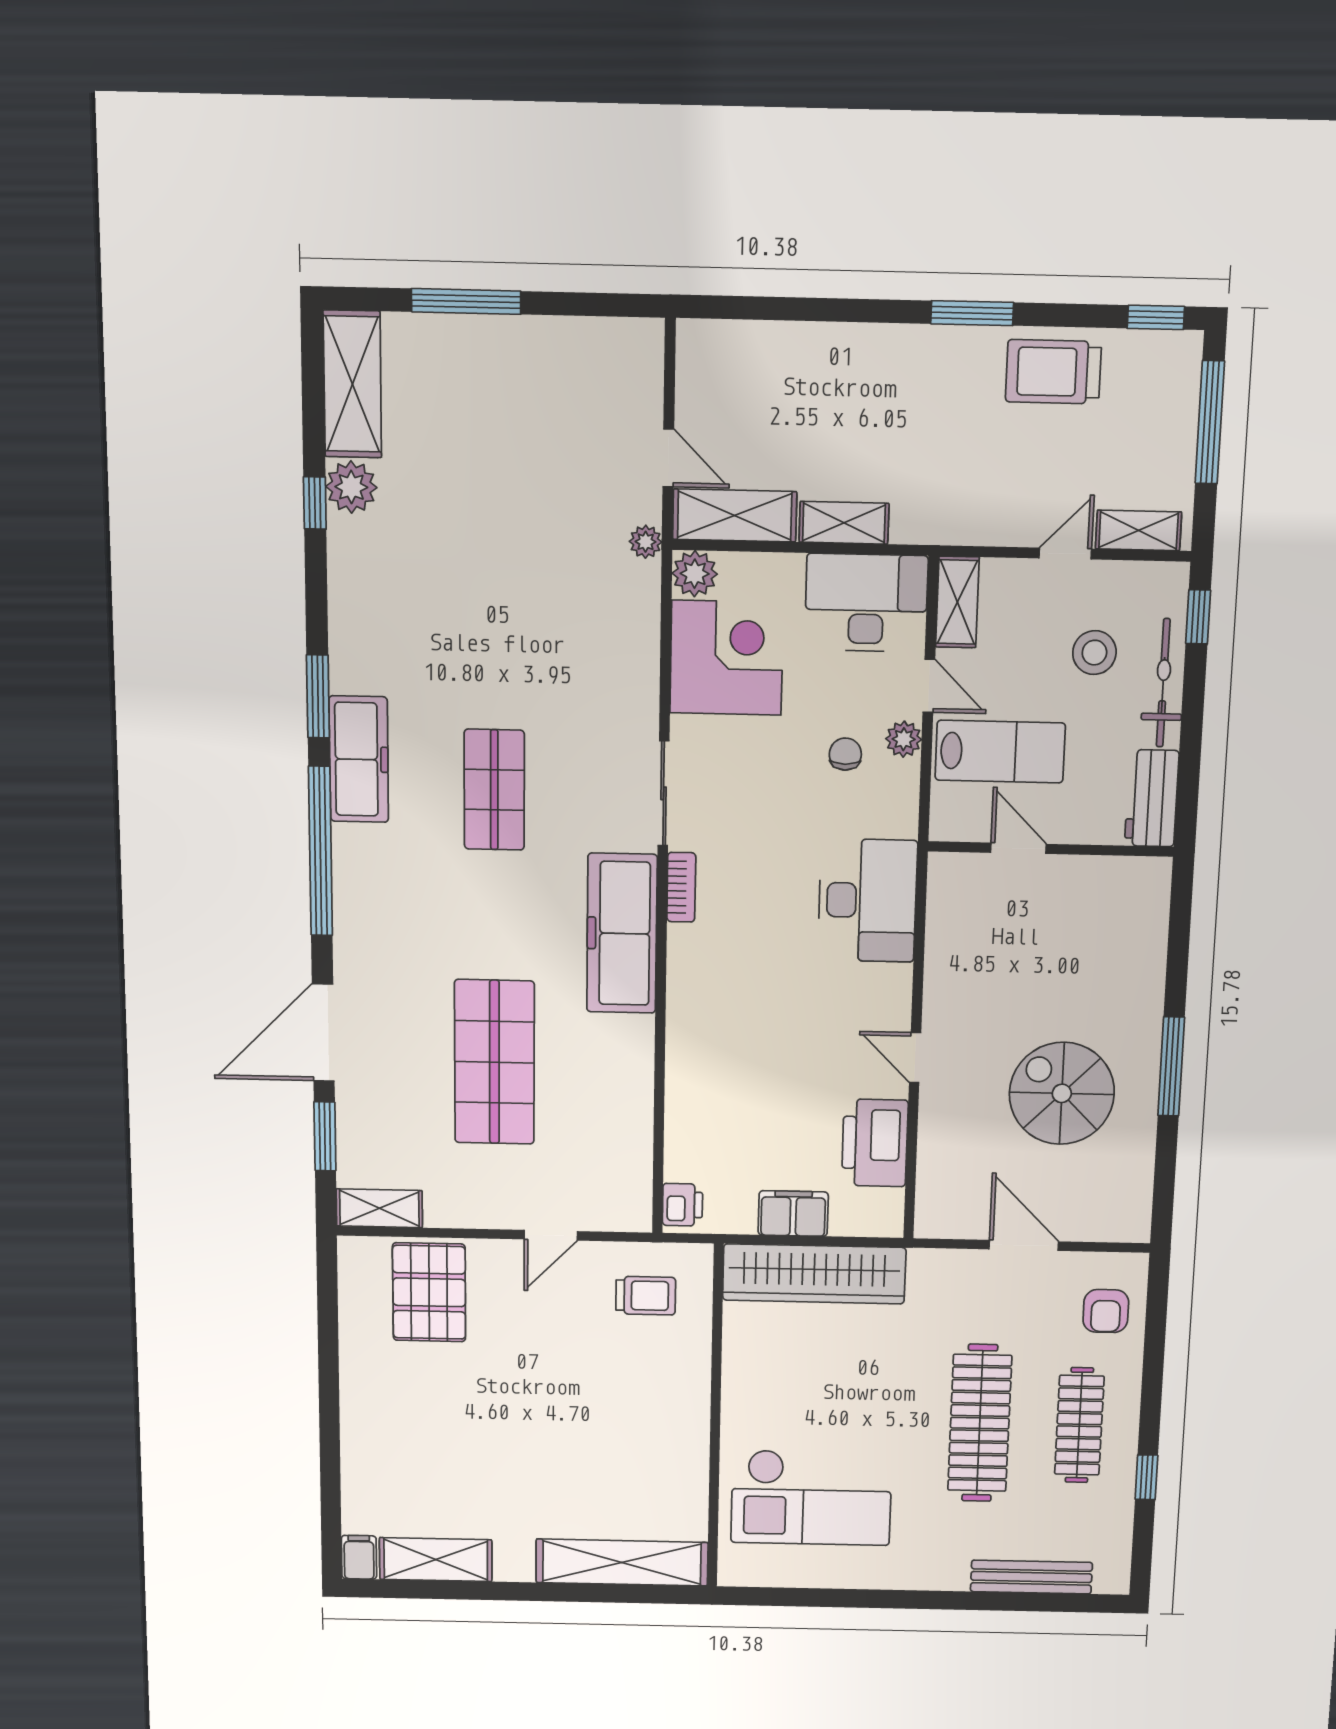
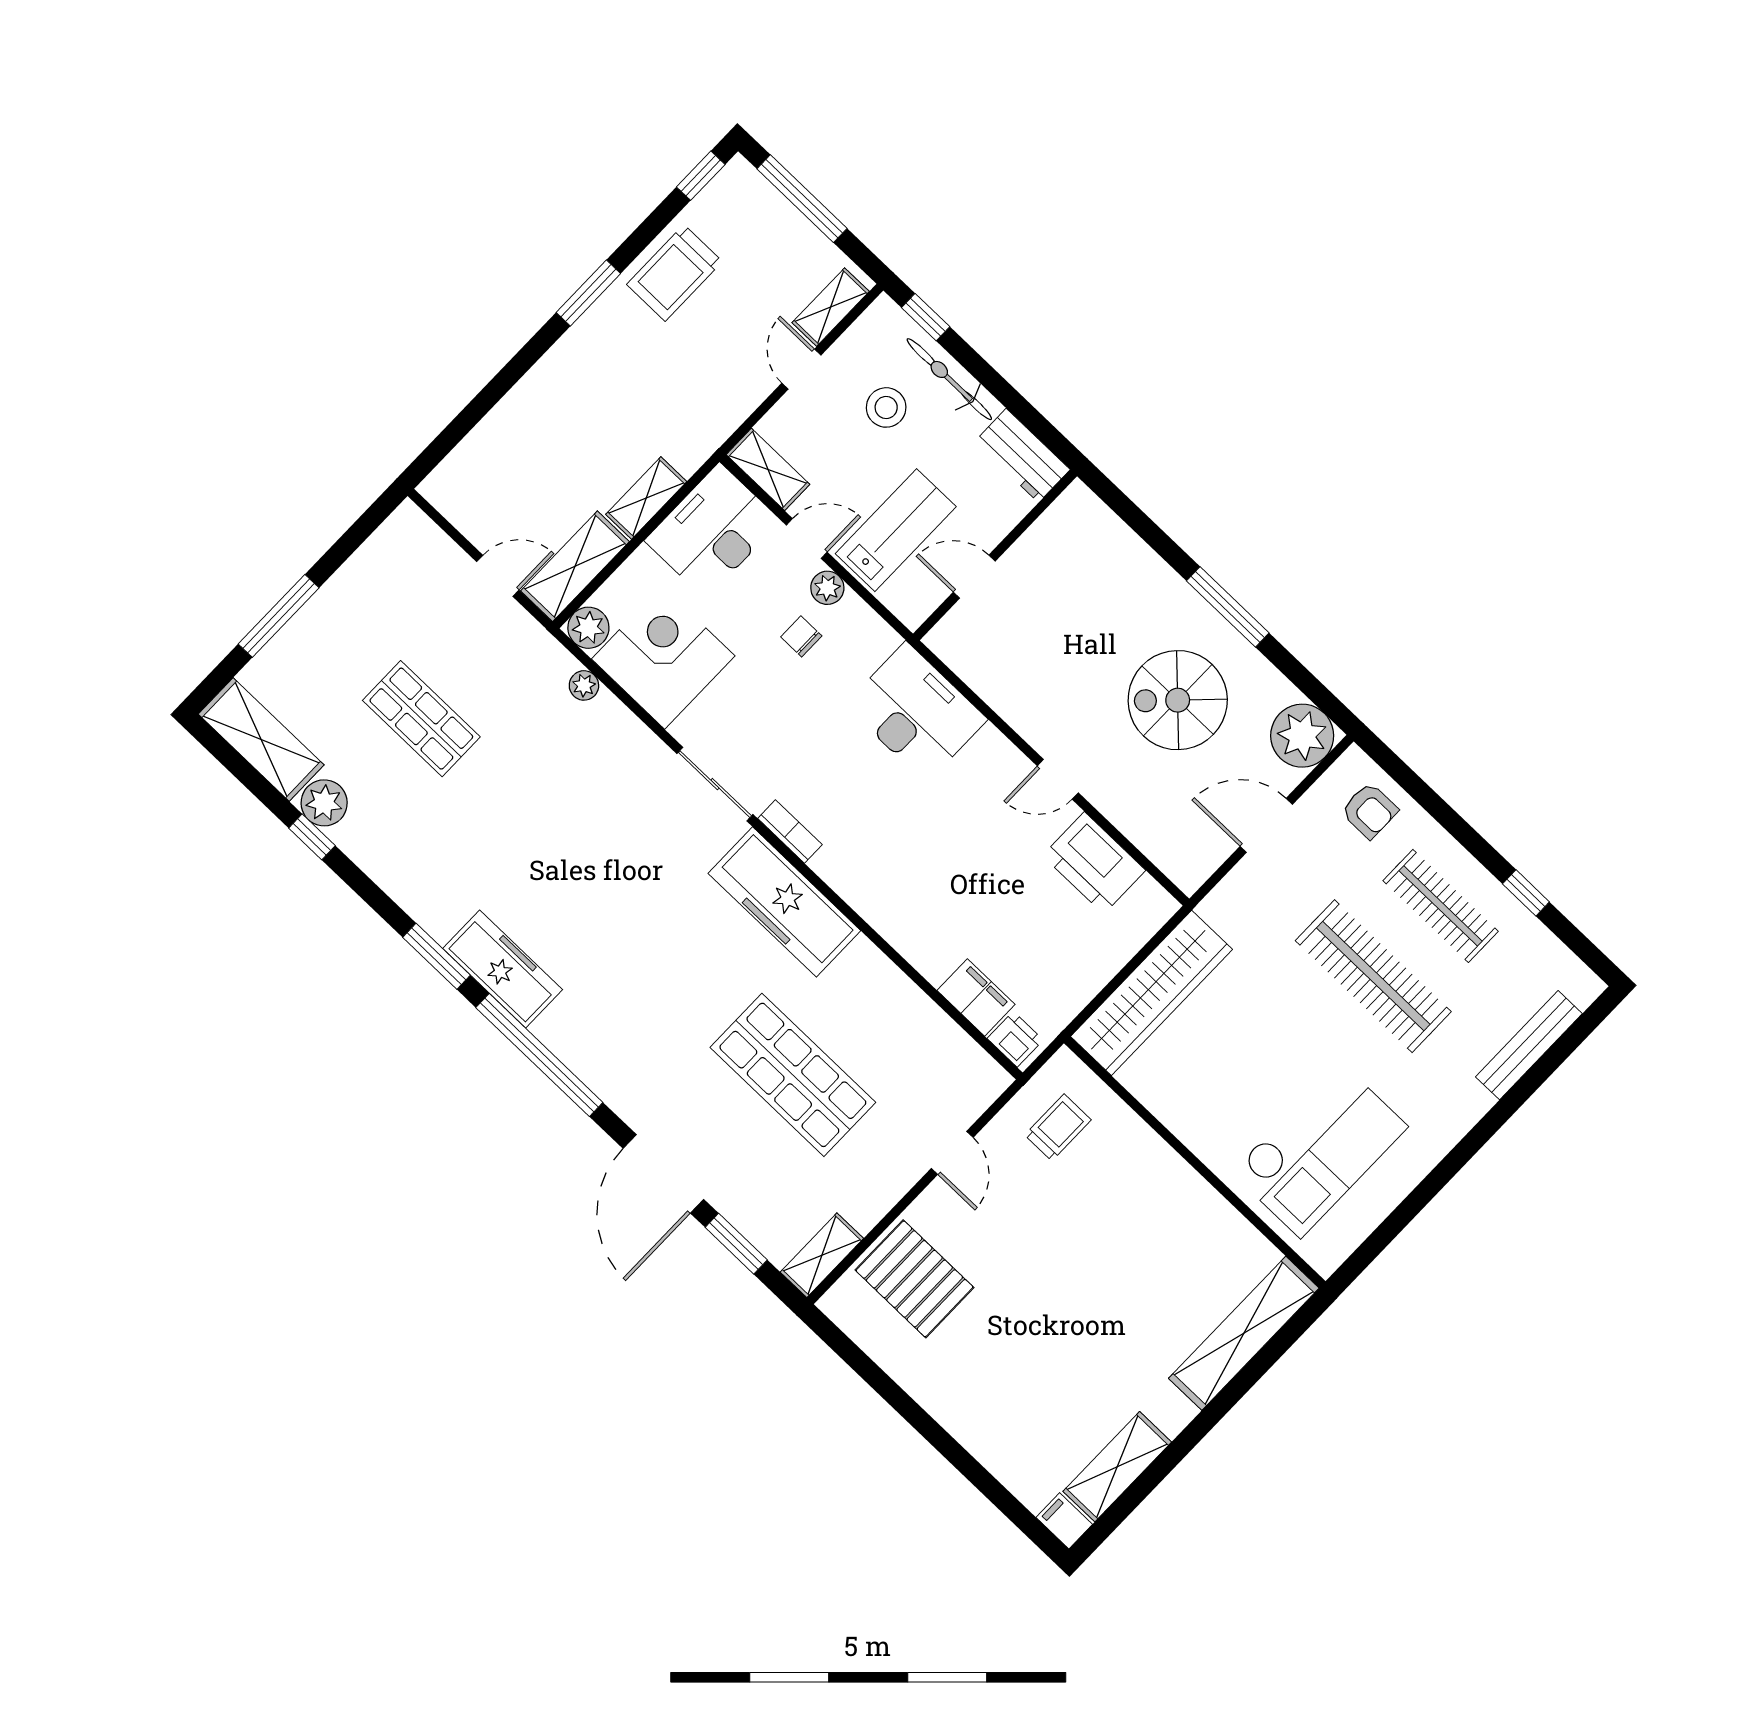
plant: (646, 542) -> (584, 685), moved
shop shelf: (494, 790) -> (421, 719), moved
plant: (1119, 1211) -> (1302, 736), added
filing cabinet: (793, 1214) -> (976, 997), moved, turned 90

